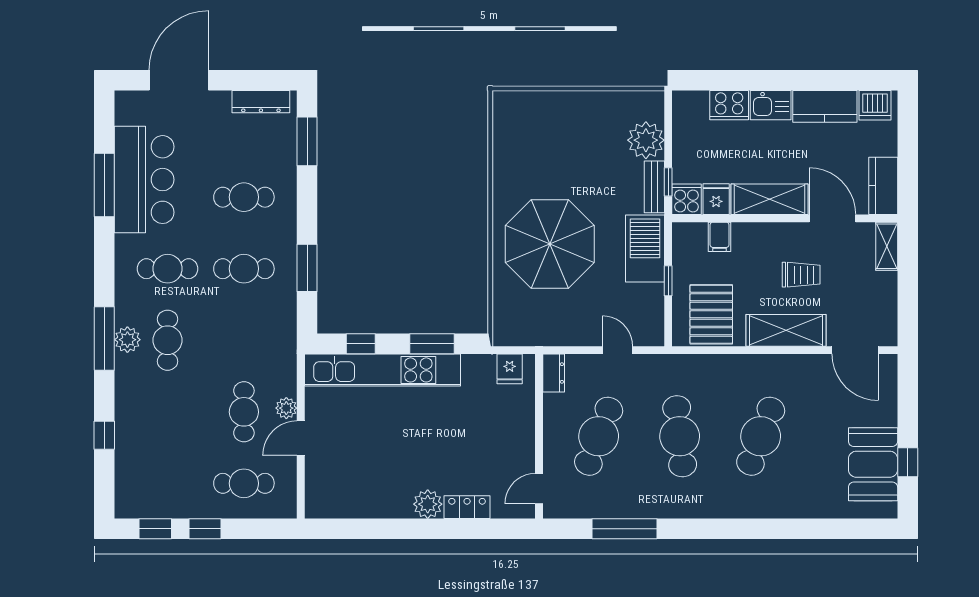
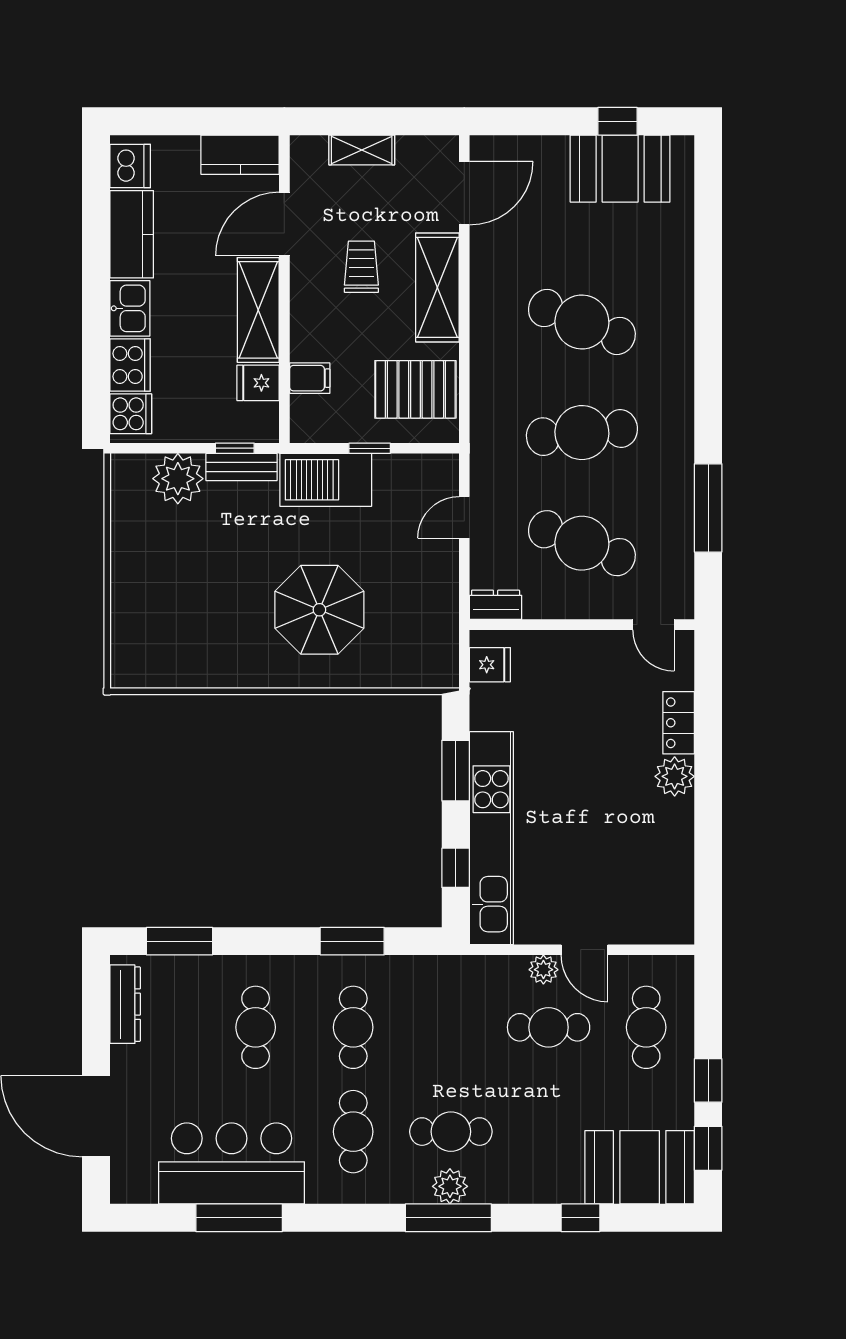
cooker: (687, 199) -> (131, 414), moved, turned 180
parasol: (550, 244) -> (319, 610), width x0.73, depth x0.73
shelving: (887, 246) -> (362, 150), moved
booth: (141, 479) -> (640, 1167), added

